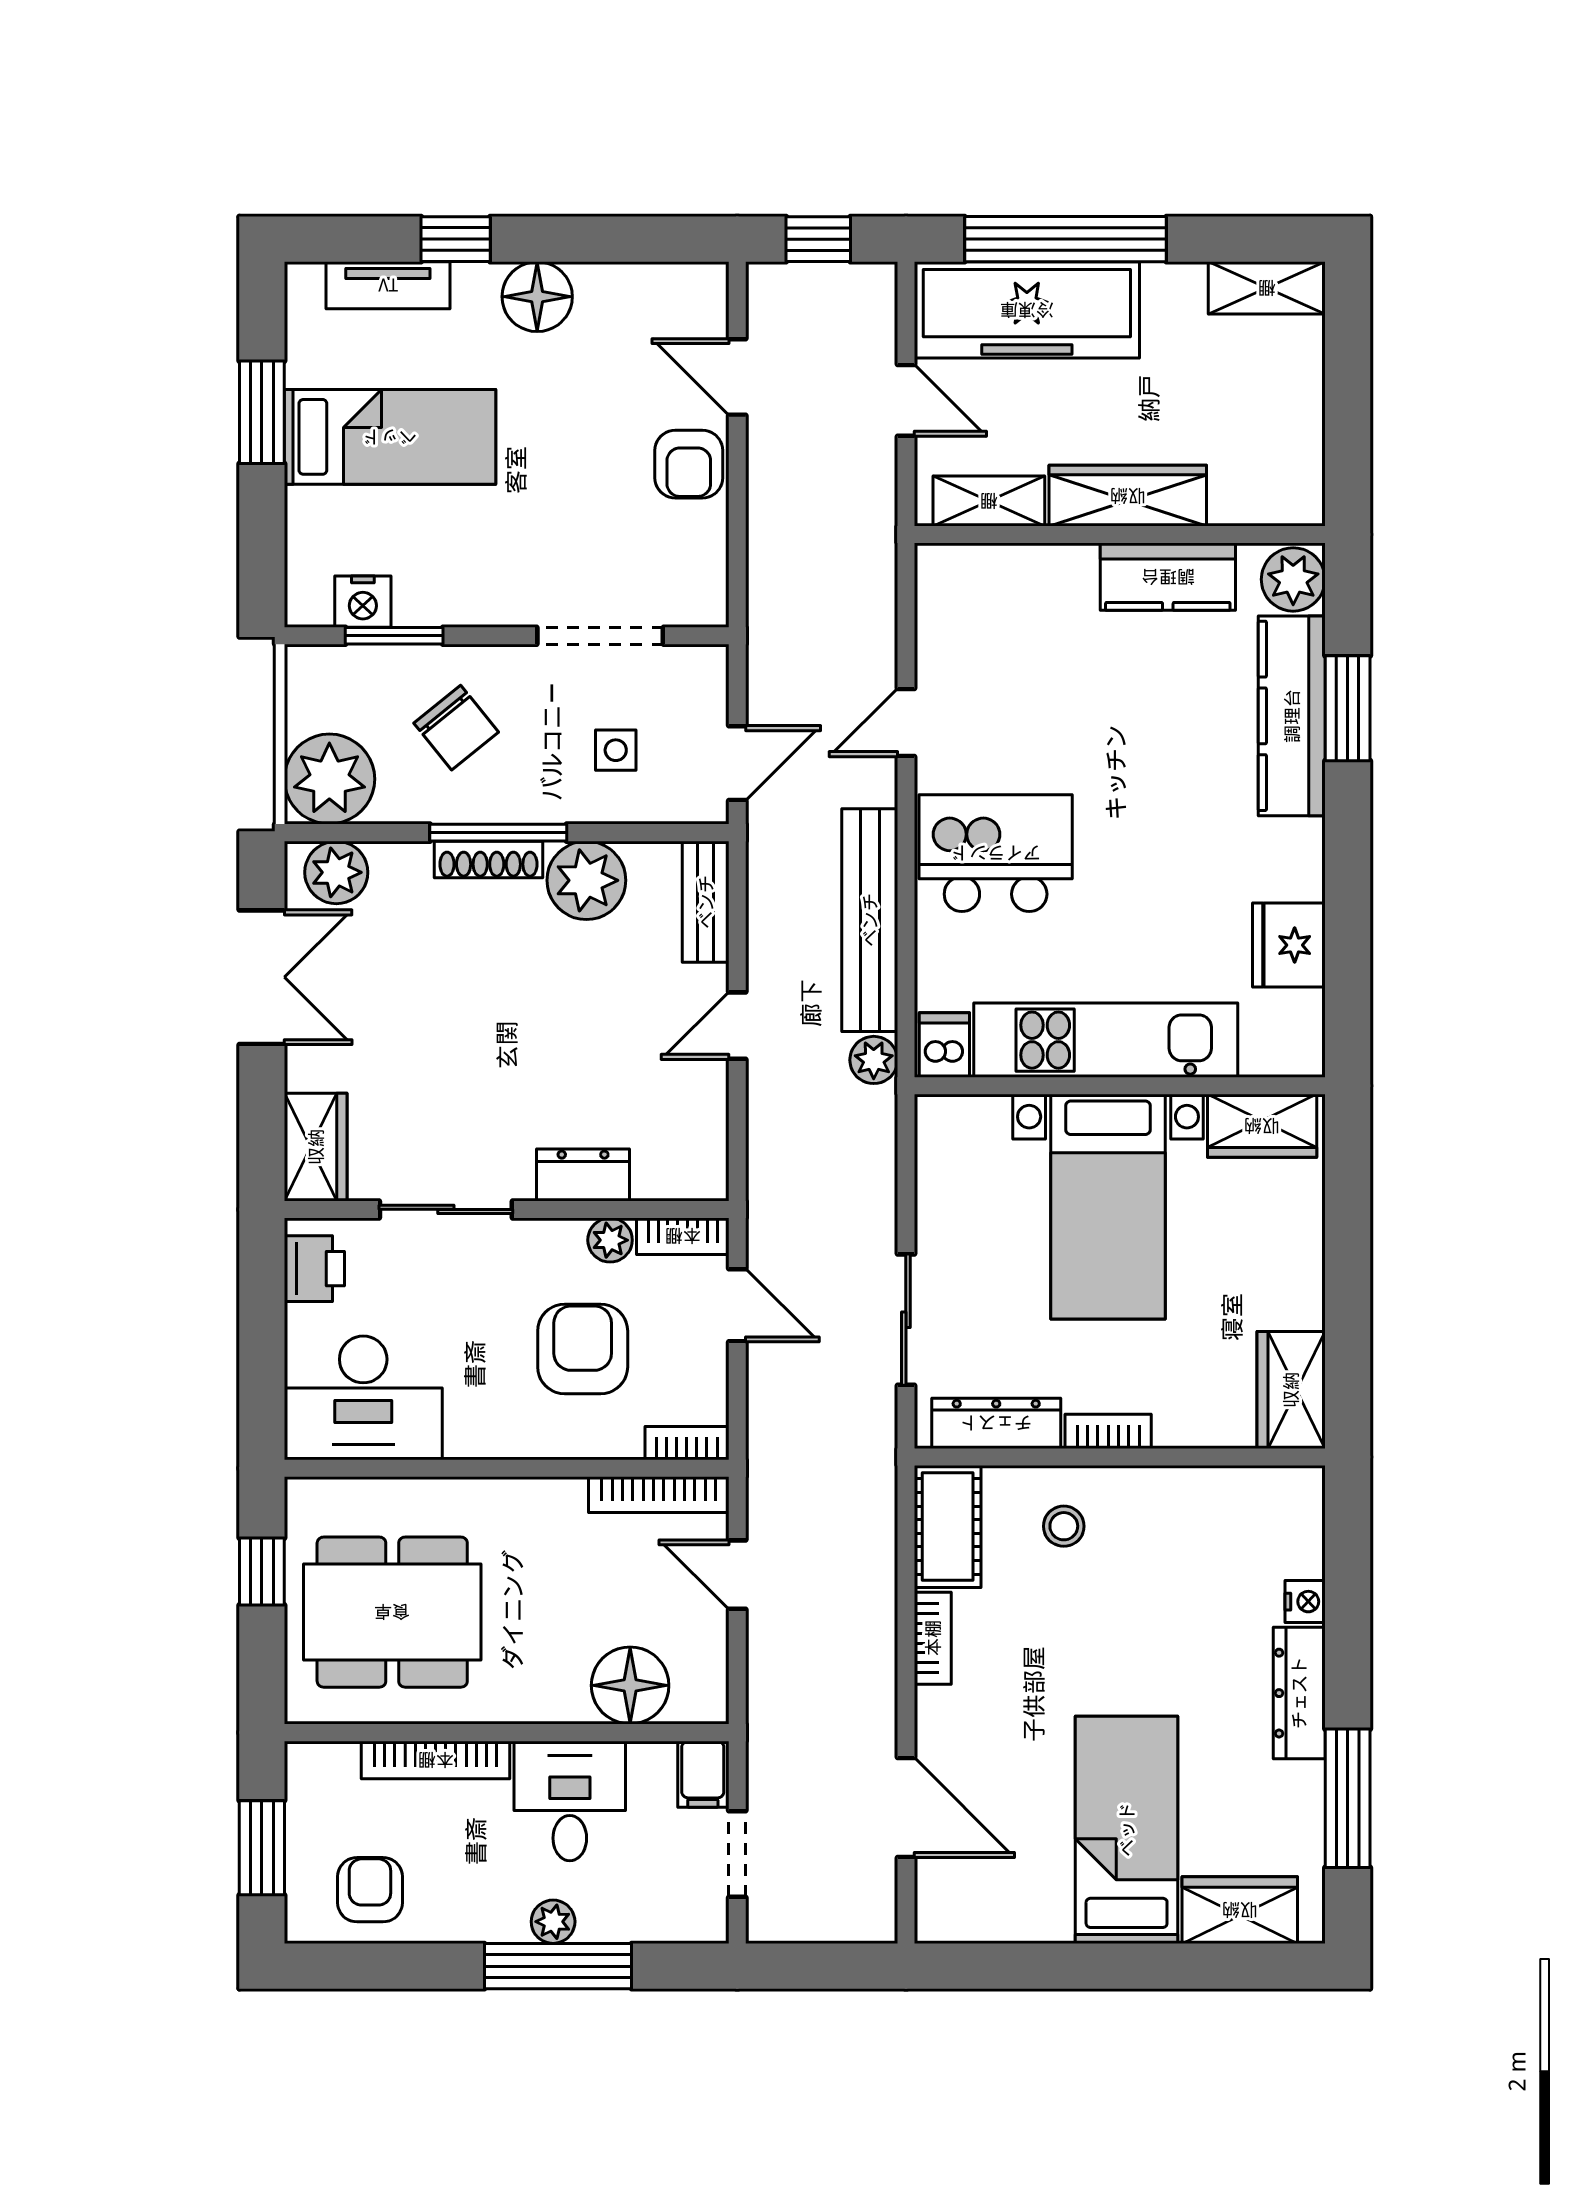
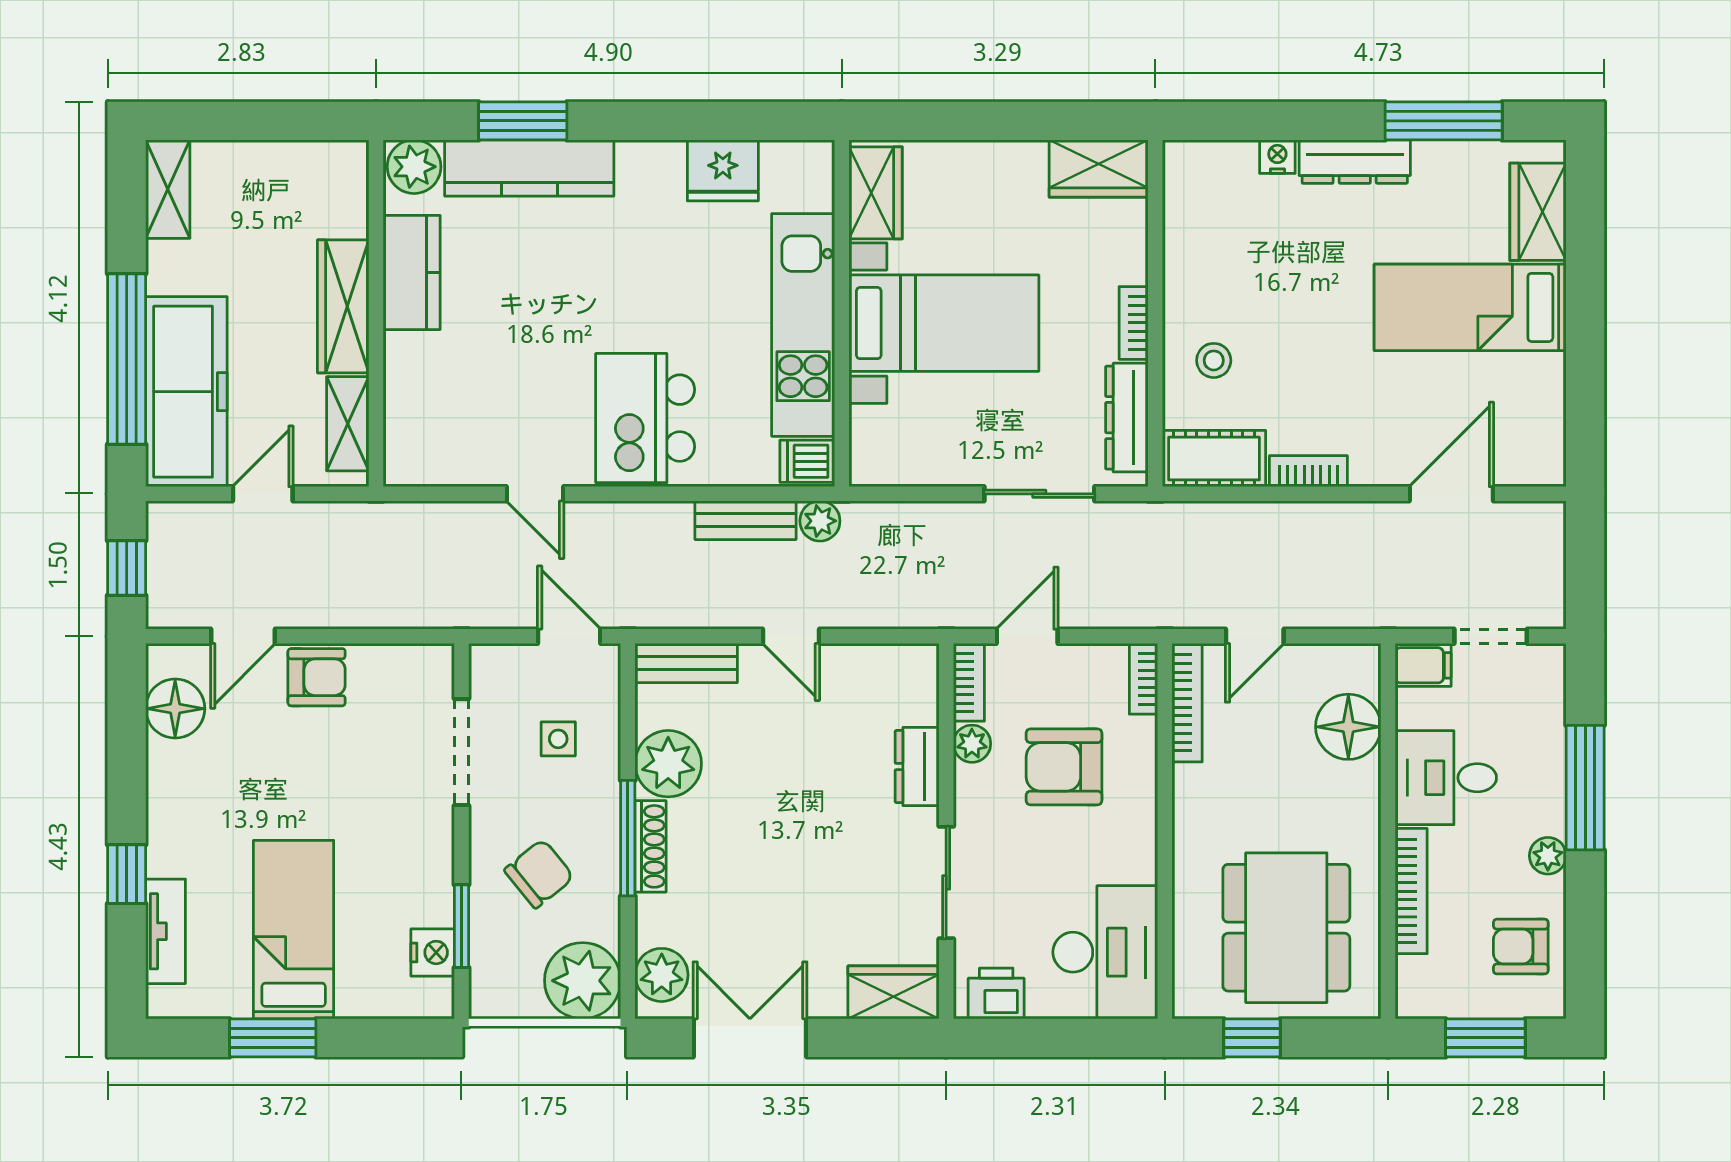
floor lamp: (537, 297) -> (175, 709), moved
bench: (870, 920) -> (745, 520), width x0.54, depth x0.82
plant: (553, 1922) -> (1548, 856), moved

